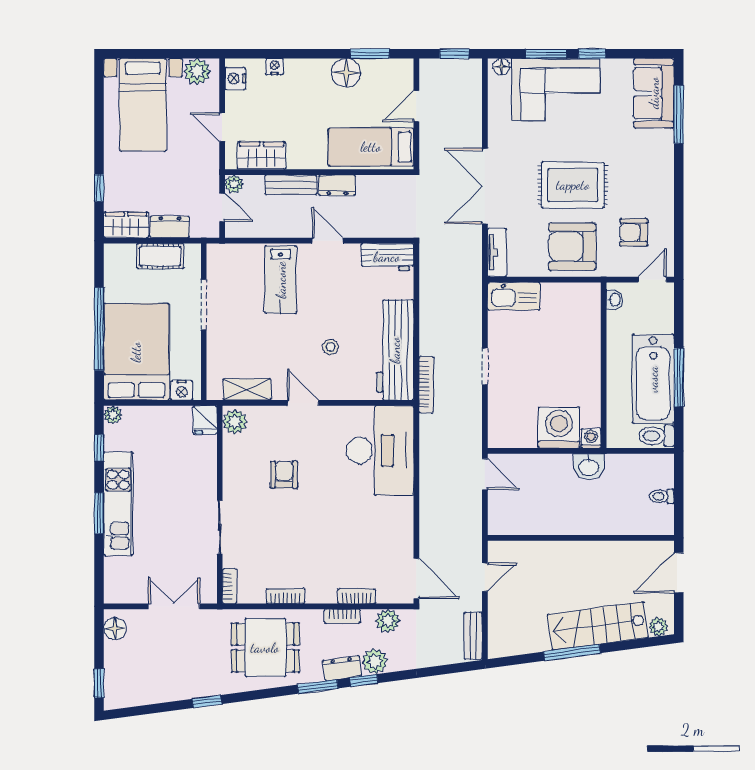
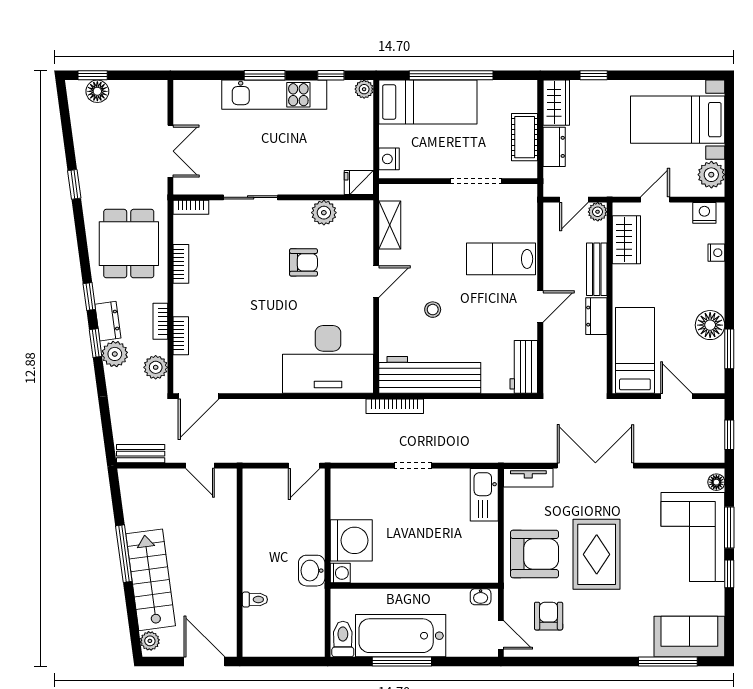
armchair: (572, 246) -> (534, 554), turned 90
bed: (136, 352) -> (428, 102), width x0.67
plant: (235, 422) -> (324, 213), moved
toilet: (662, 496) -> (255, 600), moved, turned 90
floor lamp: (115, 629) -> (97, 91), moved
window: (318, 687) -> (89, 296), width x0.67

